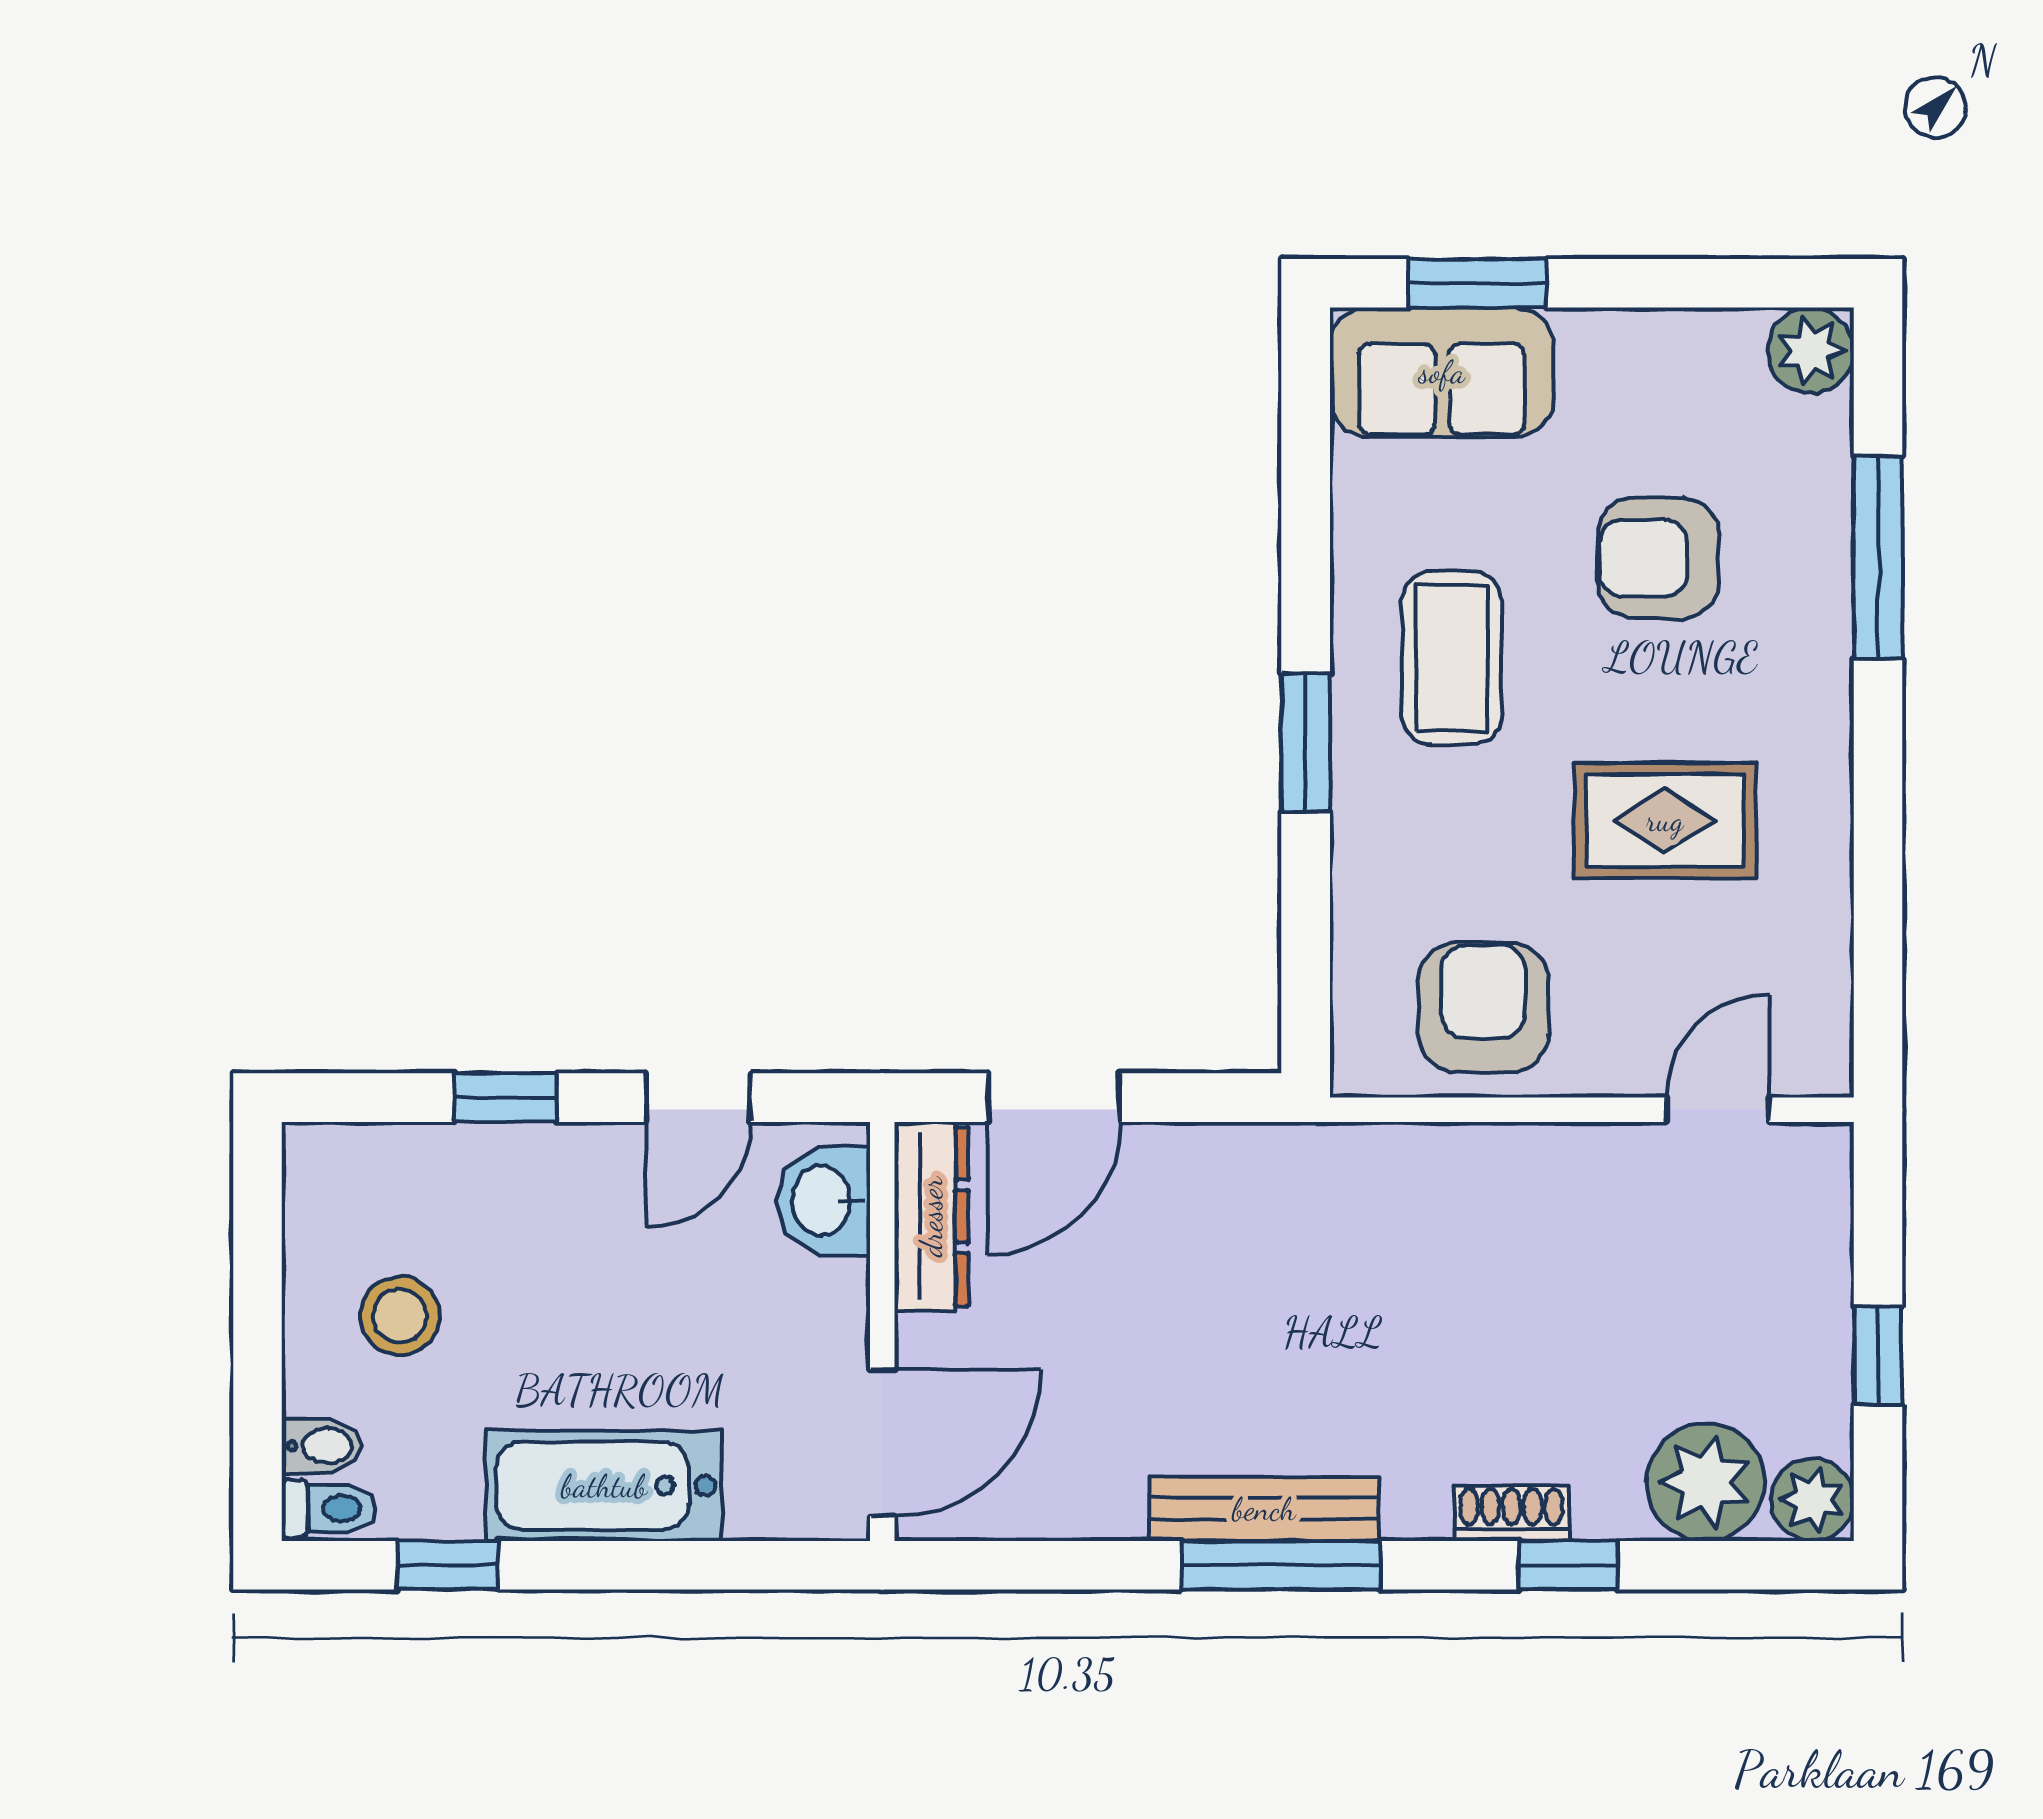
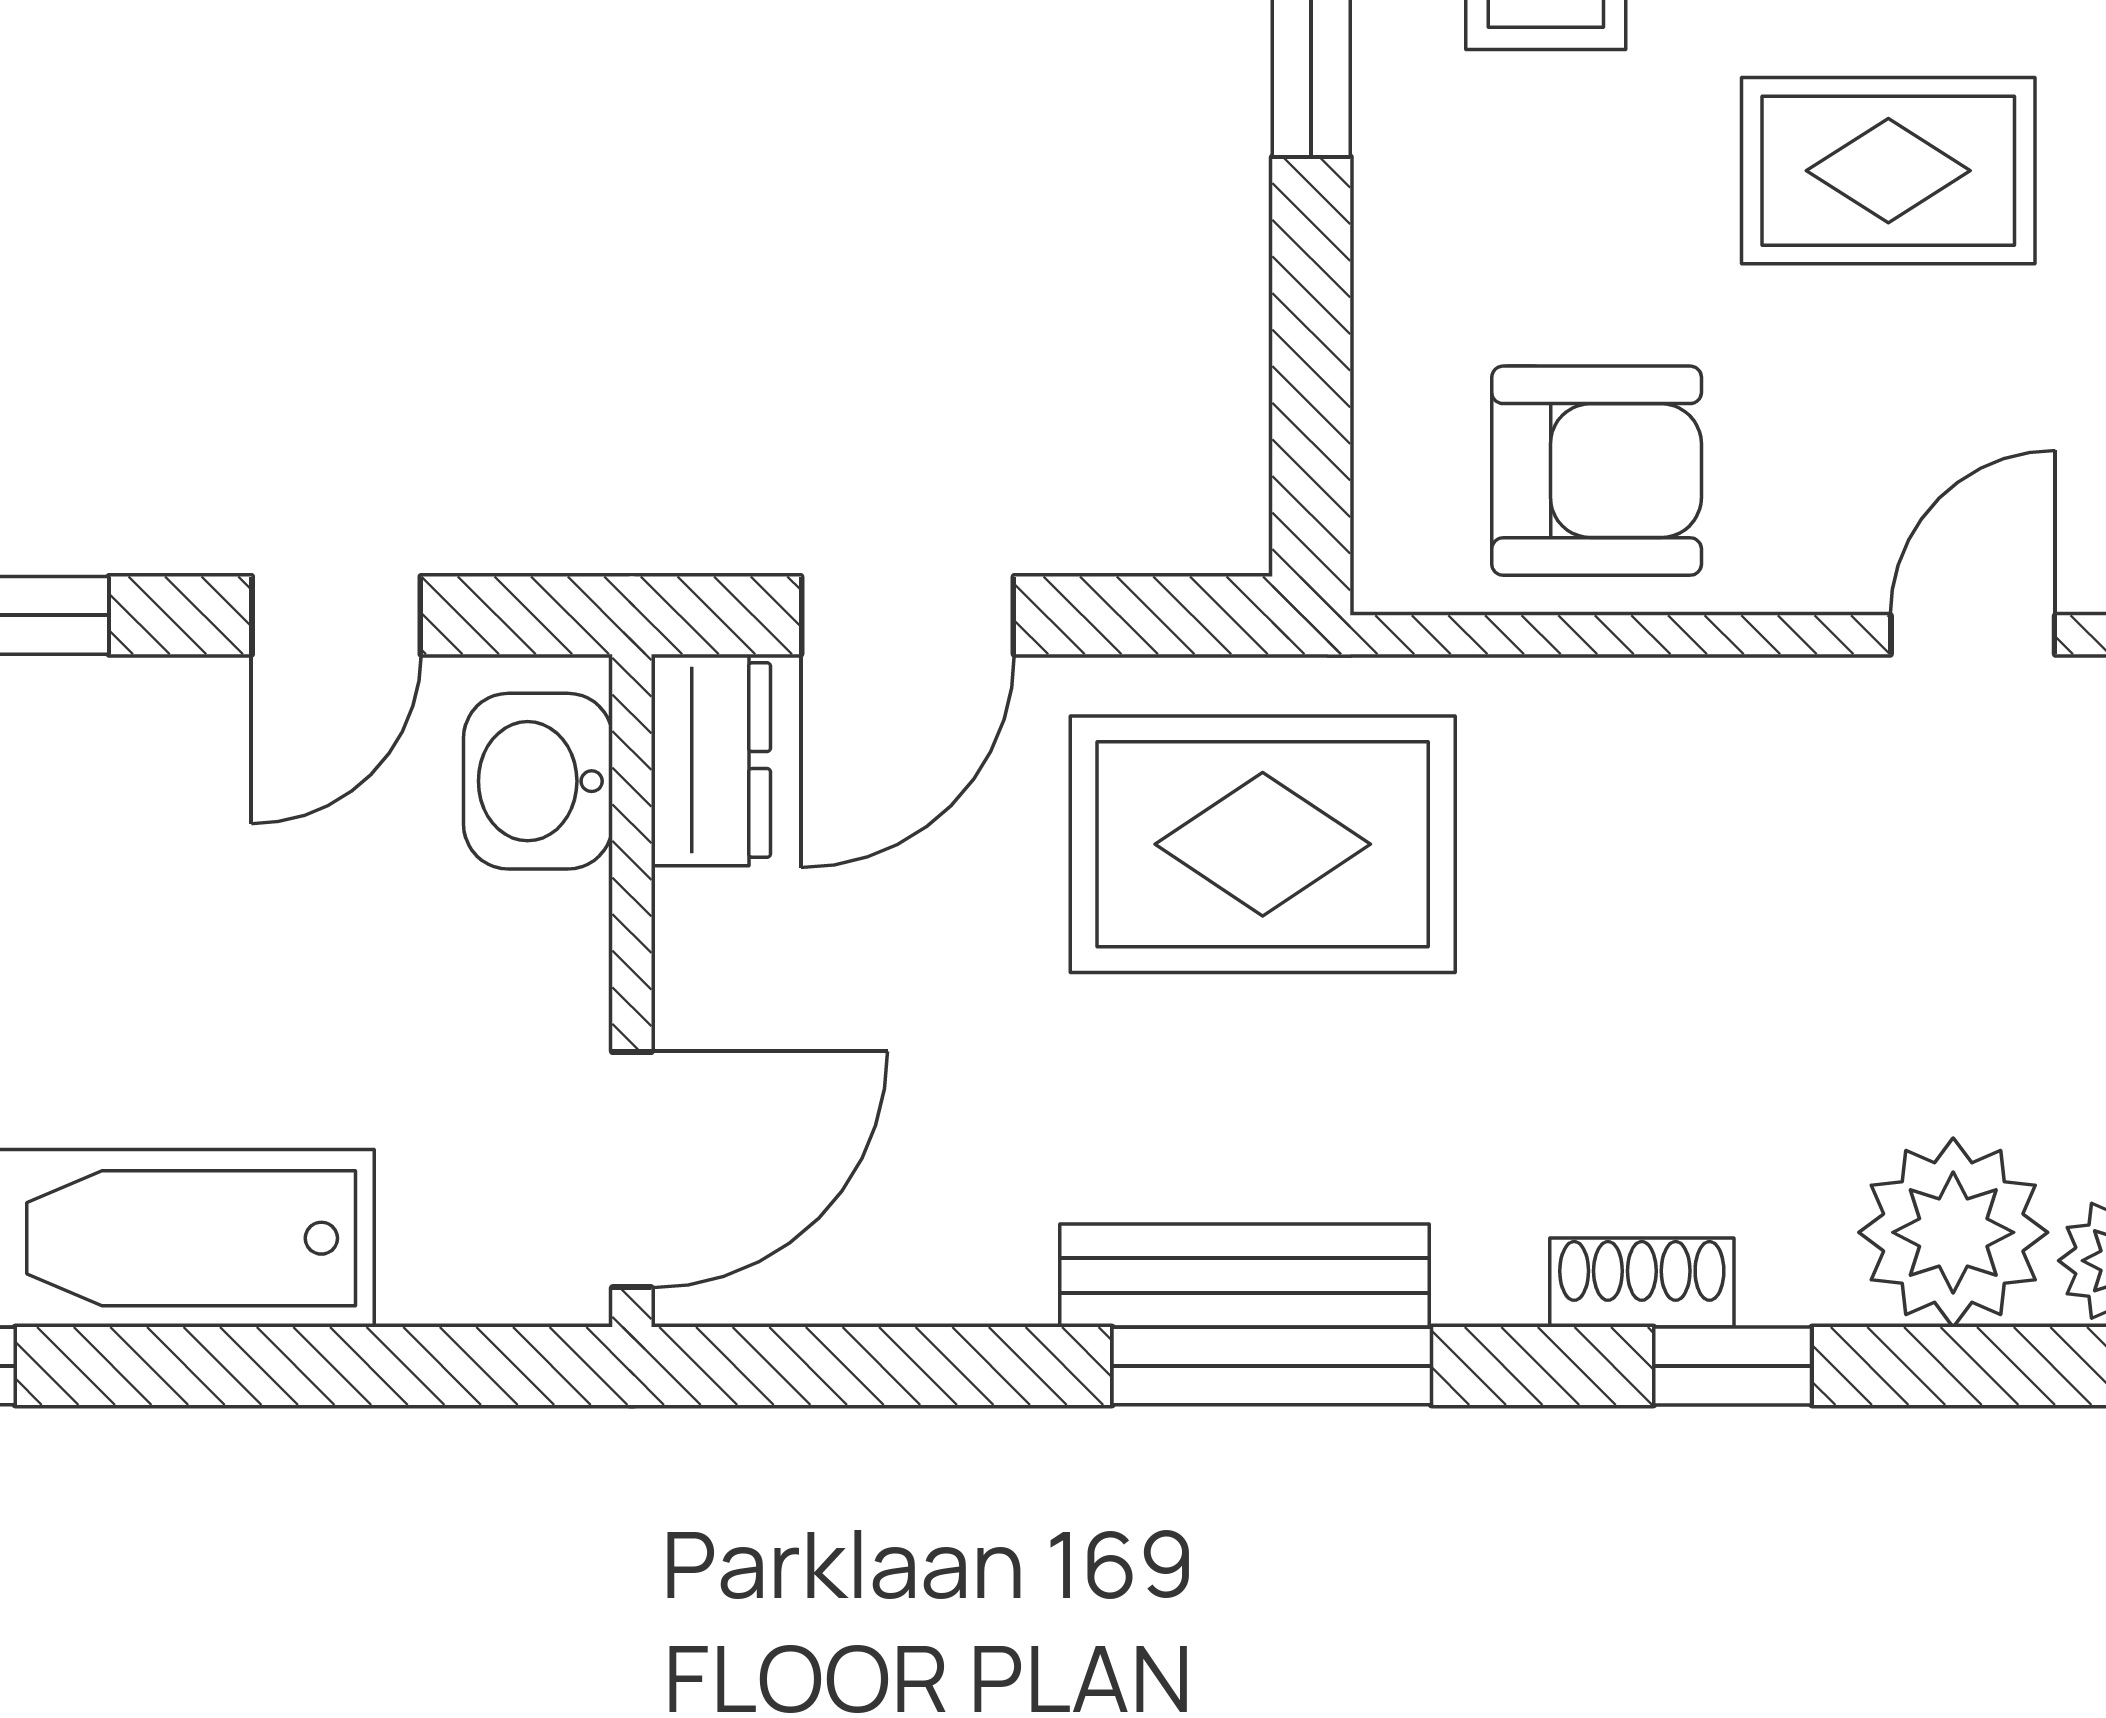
armchair: (1483, 1007) -> (1597, 471), turned 90
dresser: (931, 1217) -> (711, 760), width x0.70
rug: (1275, 1240) -> (1263, 844), added

